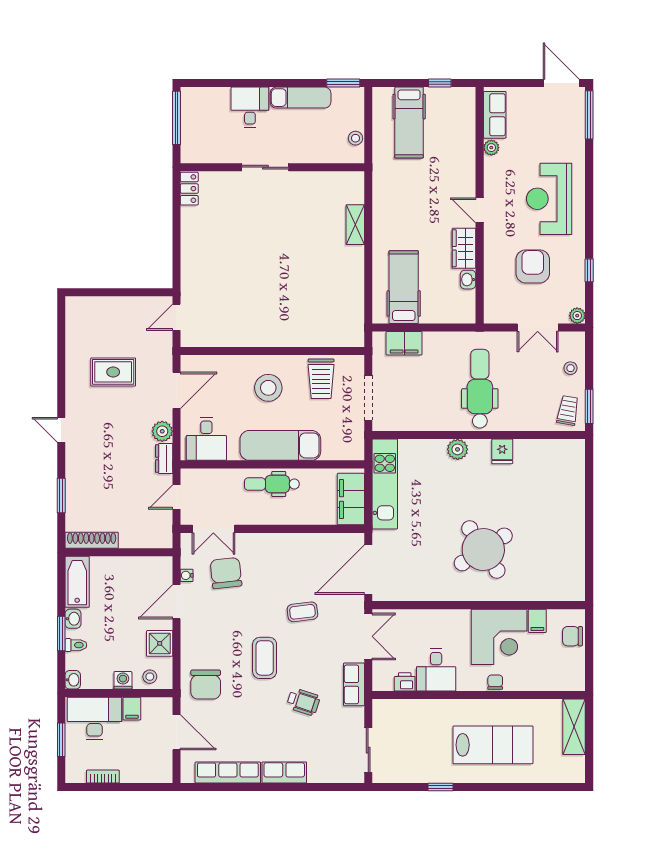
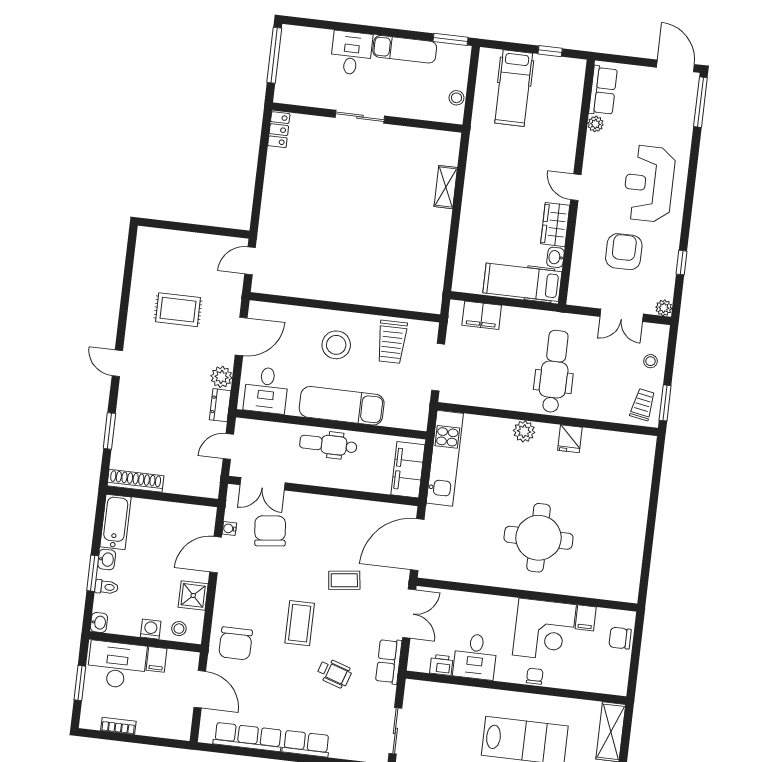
hospital bed: (404, 287) -> (522, 282), moved, turned -90
round table: (483, 549) -> (539, 538), turned 33

